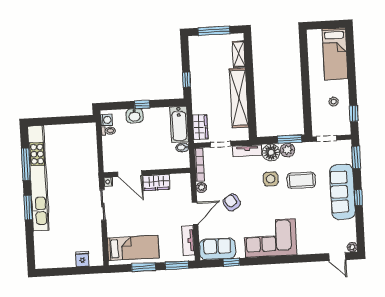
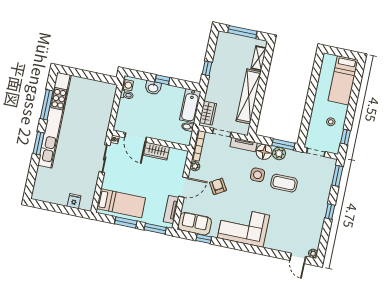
sofa: (342, 192) -> (317, 203), removed

